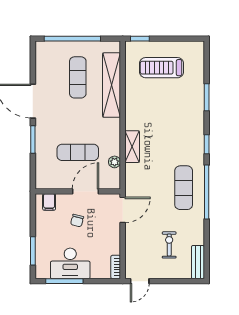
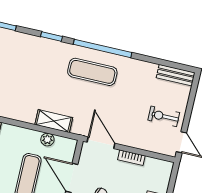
shelving: (132, 147) -> (54, 121), moved
exercise bike: (169, 245) -> (164, 116), moved
bookcase: (116, 267) -> (131, 158), moved

